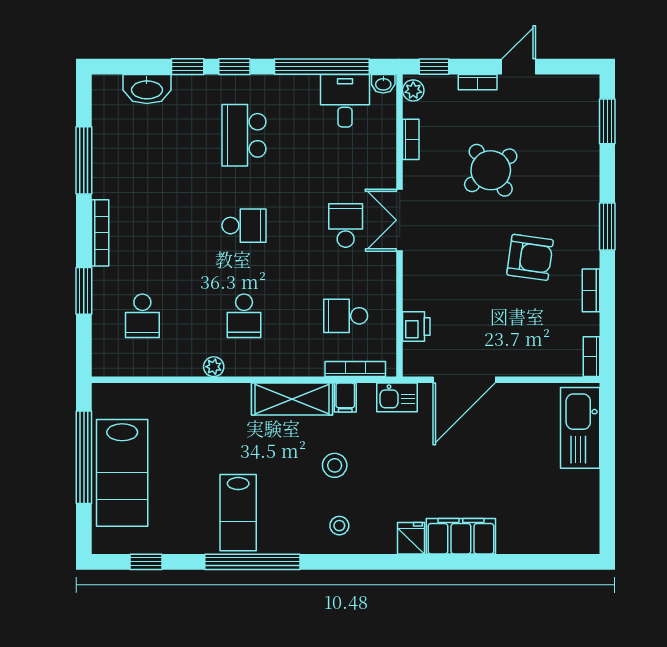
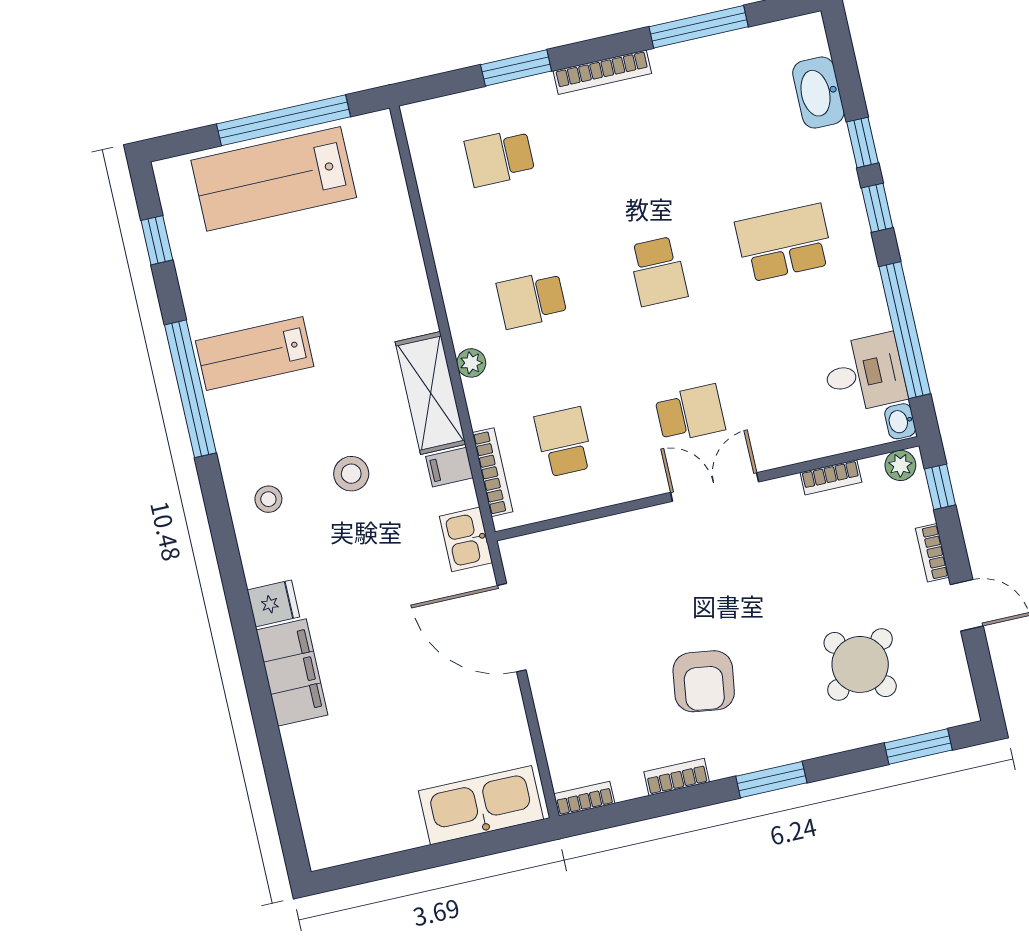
round table: (491, 170) -> (860, 664), moved
printer: (416, 327) -> (571, 544), removed
plant: (214, 367) -> (471, 363), moved

